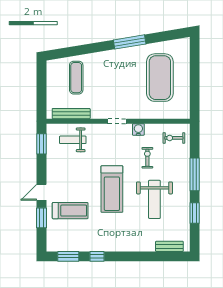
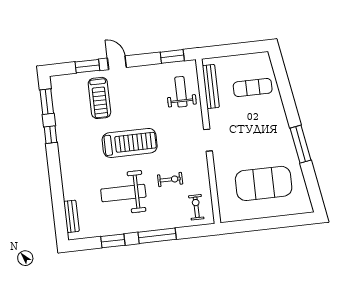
water cooler: (138, 129) -> (201, 166), removed
treadmill: (112, 189) -> (130, 143), turned 180

